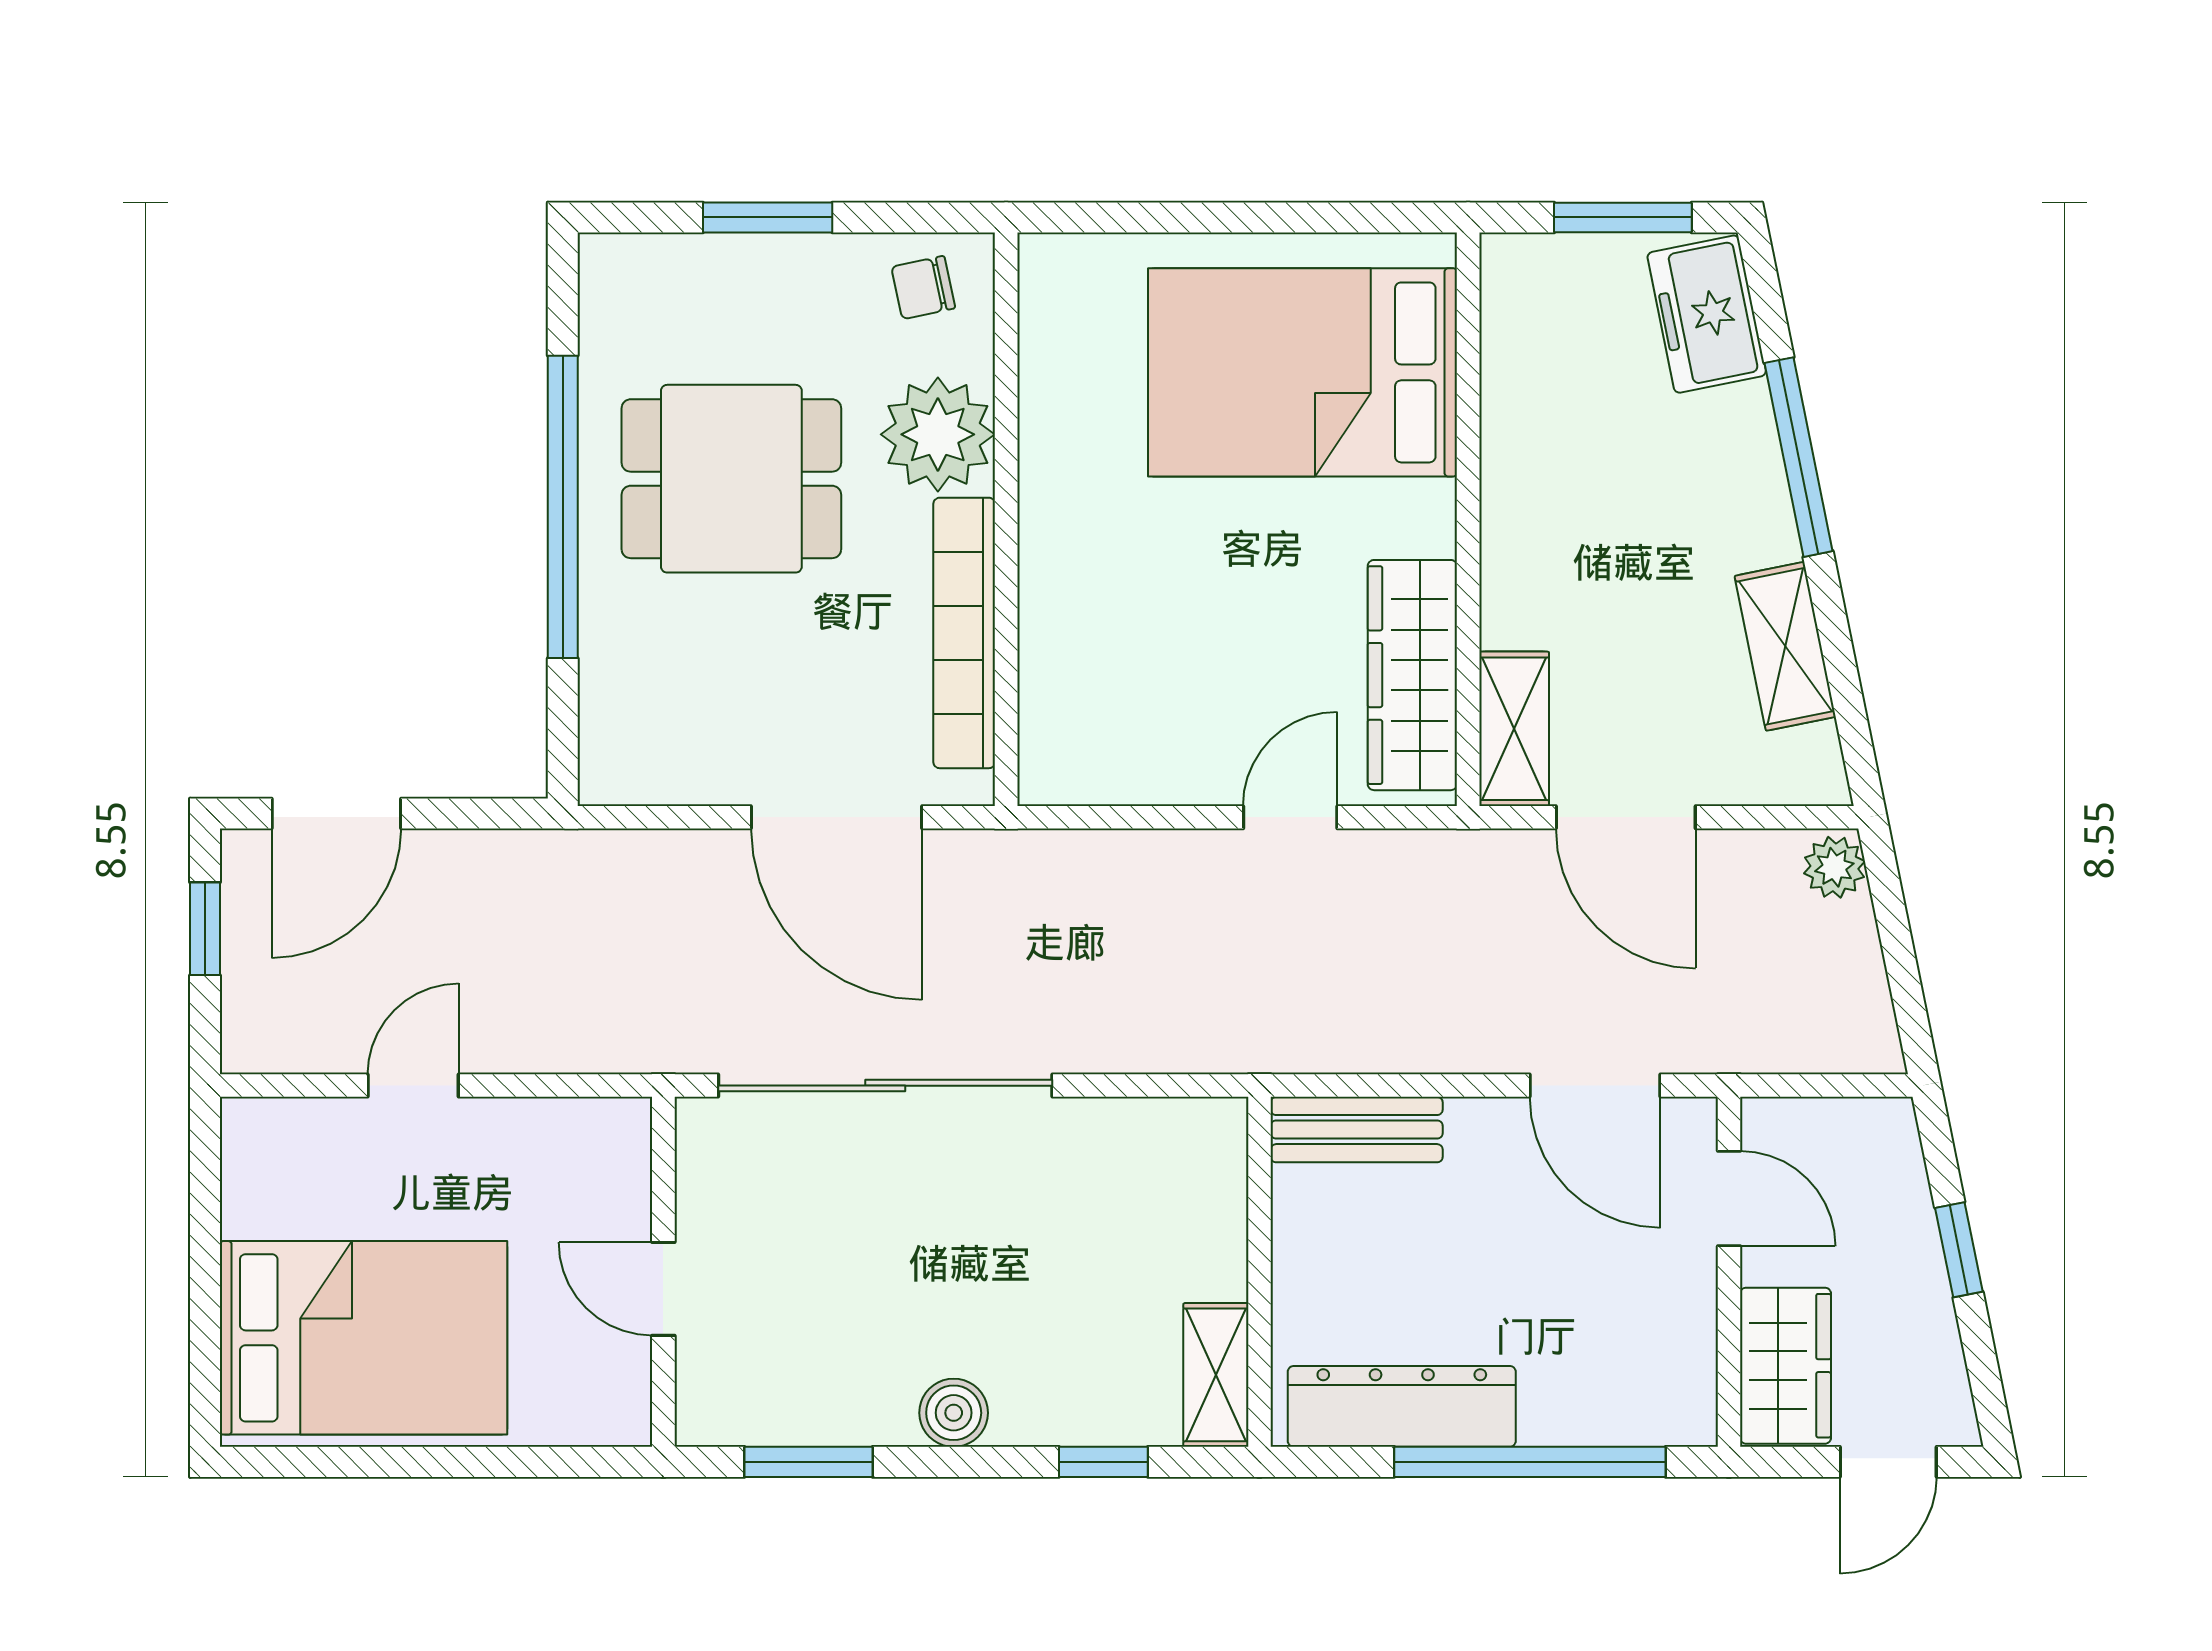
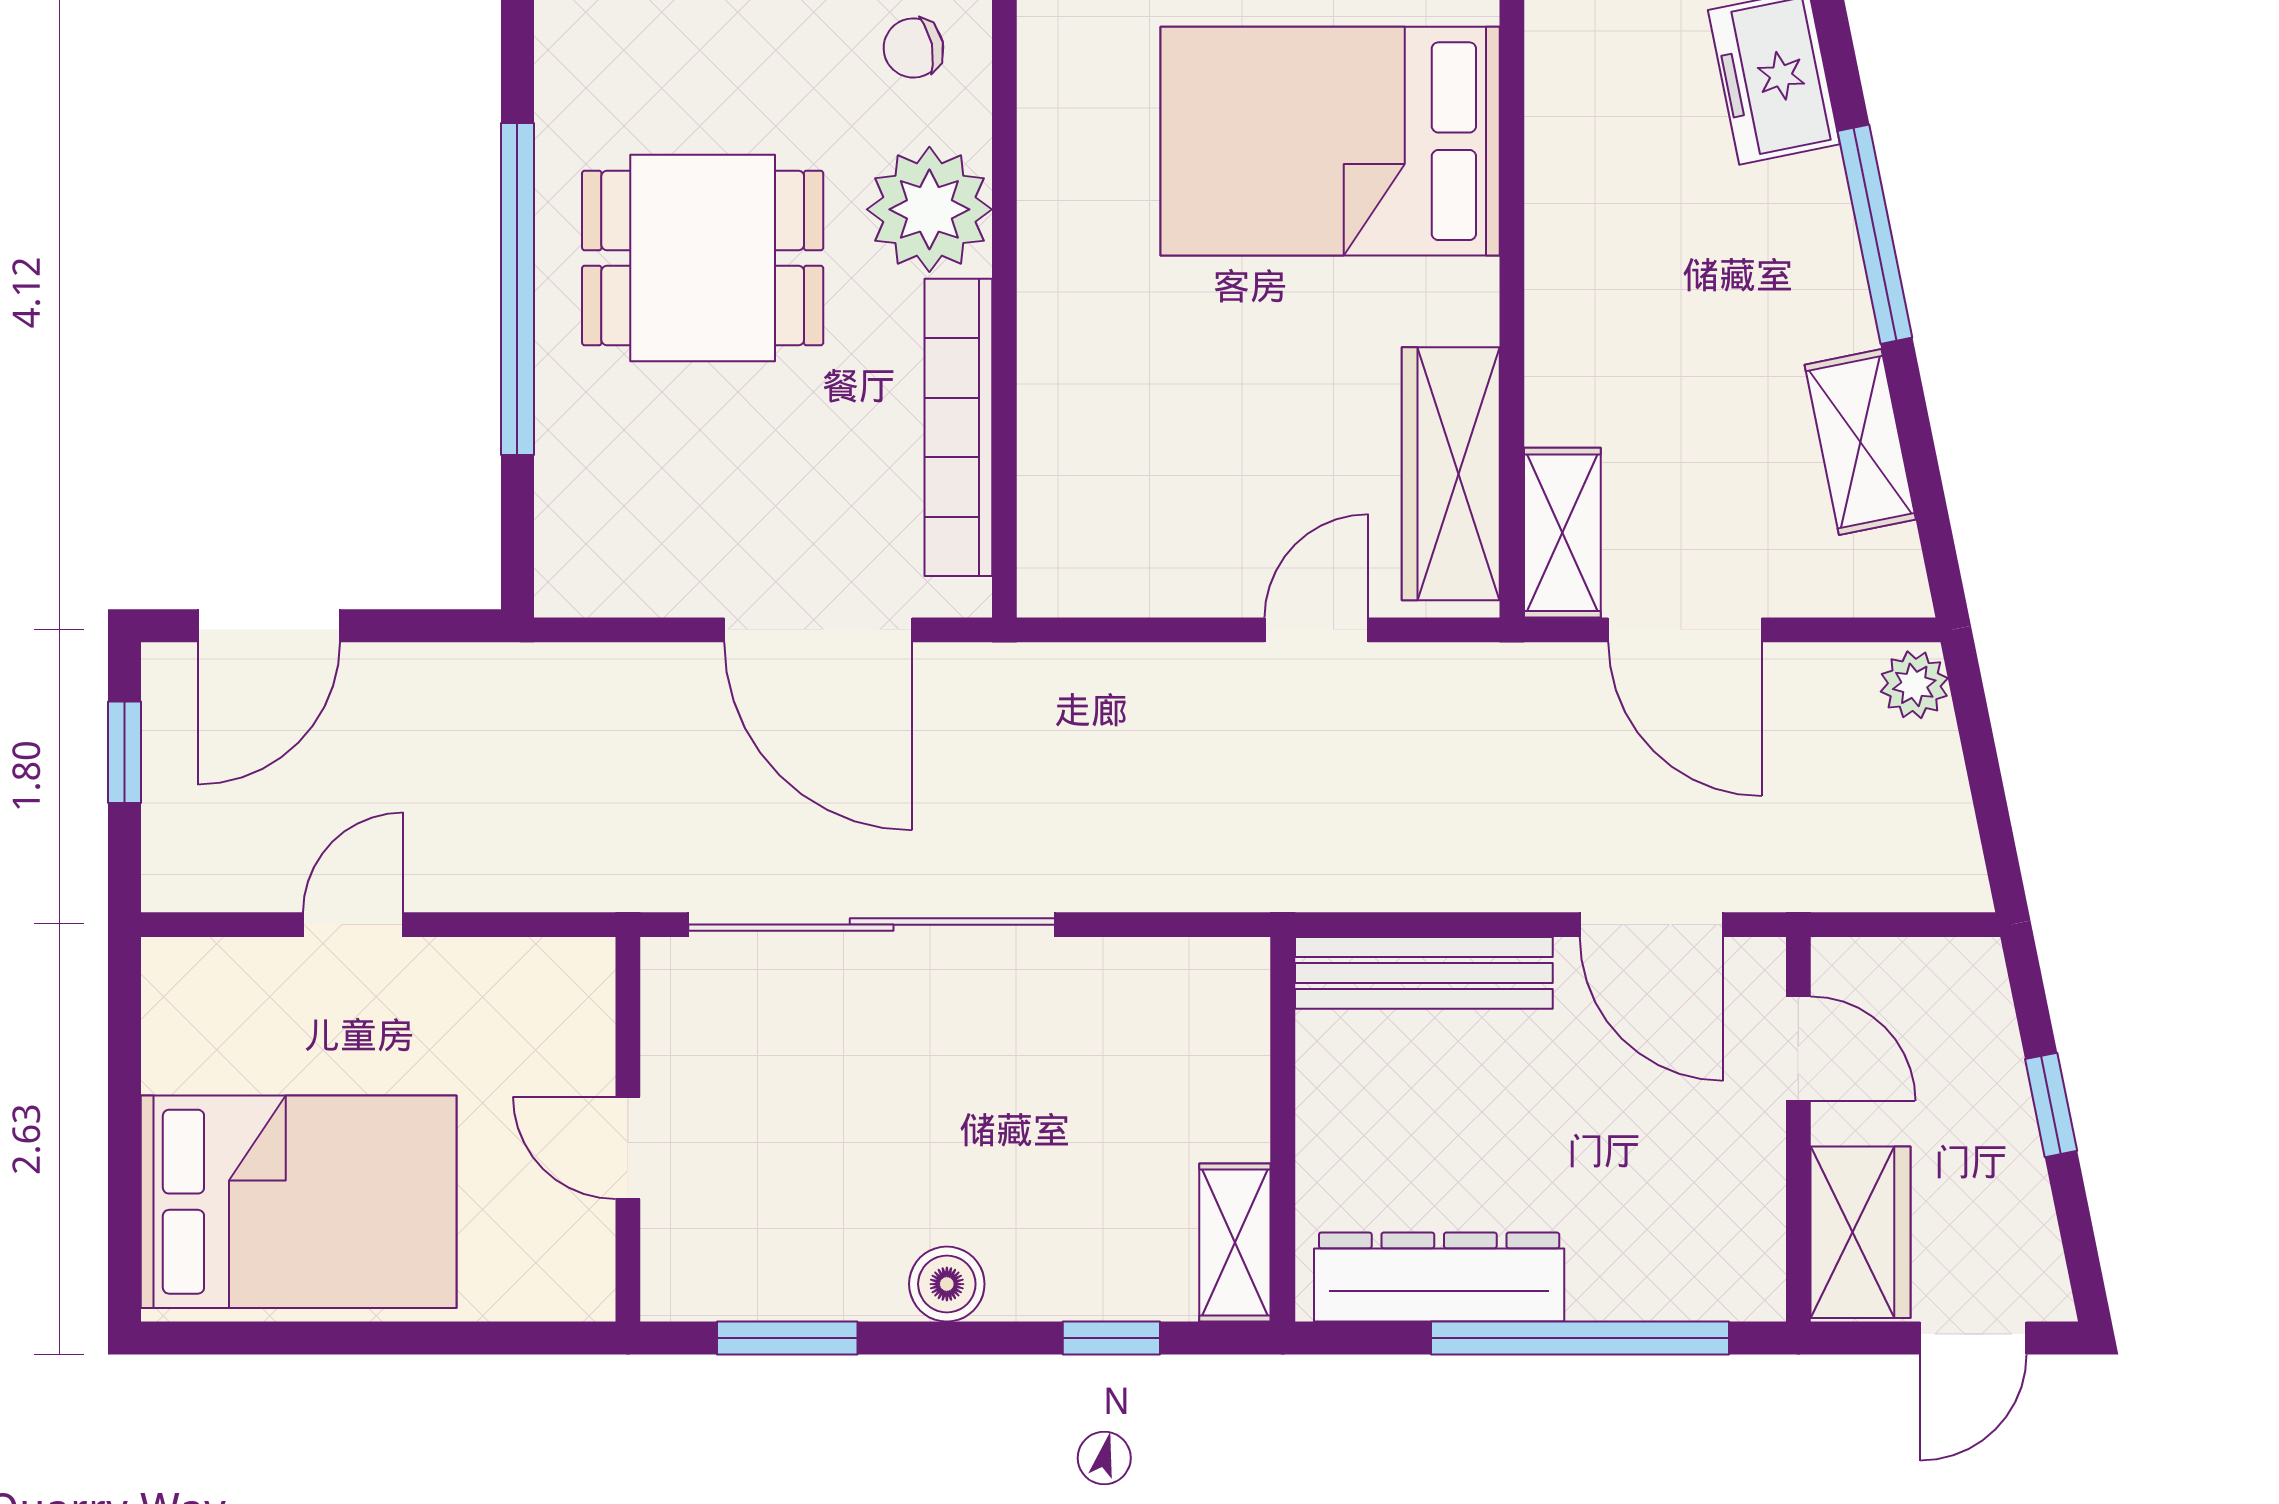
bench: (1357, 1130) -> (1424, 973), width x1.36

